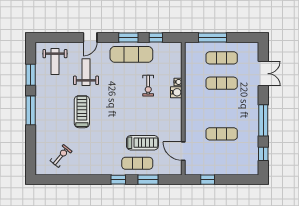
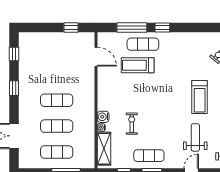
exercise mat: (131, 54) -> (149, 156), width x0.73, depth x0.69
shelving: (175, 61) -> (104, 149), added
weight bench: (86, 72) -> (195, 137), turned 180
window: (263, 120) -> (14, 88), width x0.46
exercise mat: (222, 134) -> (57, 100), moved
window: (148, 180) -> (132, 28), width x1.44

